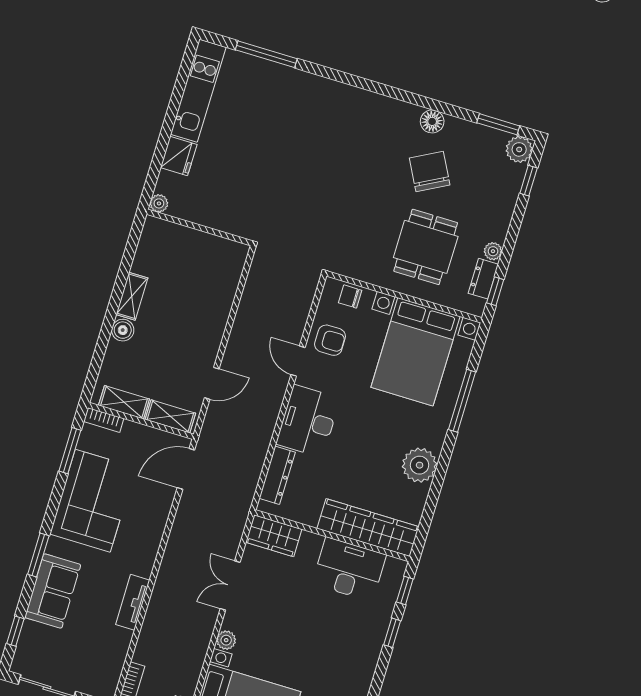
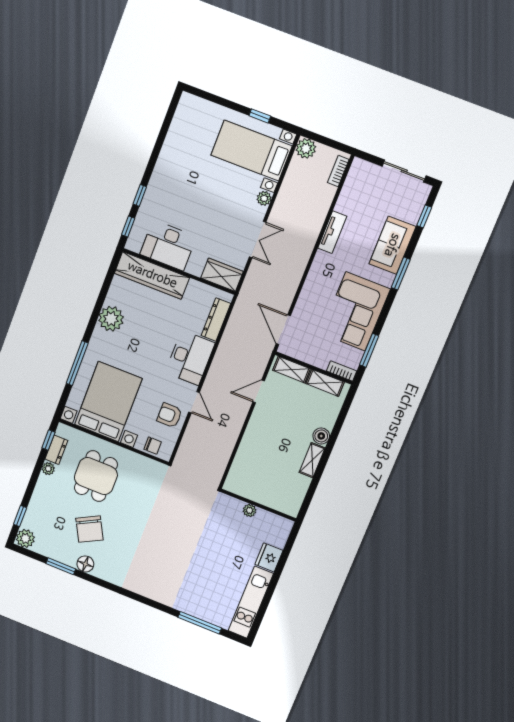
window: (498, 124) -> (61, 566), moved
plant: (159, 203) -> (250, 510), moved
door: (186, 469) -> (283, 330), swing flipped

